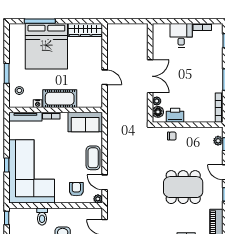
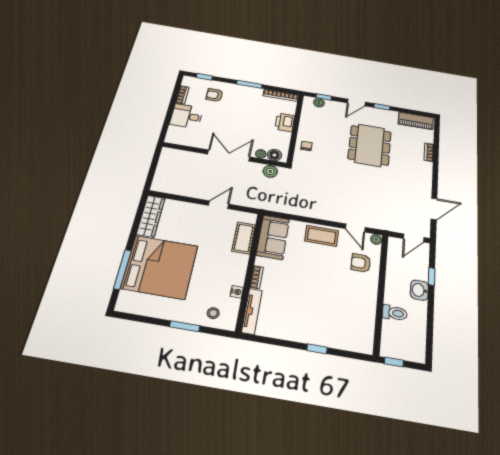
armchair: (208, 53) -> (214, 95), added
cot: (60, 99) -> (244, 238), moved, width x0.73, depth x0.75
plant: (142, 111) -> (270, 171), added
printer: (175, 115) -> (285, 122), moved
corner sofa: (32, 171) -> (330, 316), removed
door: (105, 182) -> (355, 228), hinge flipped

